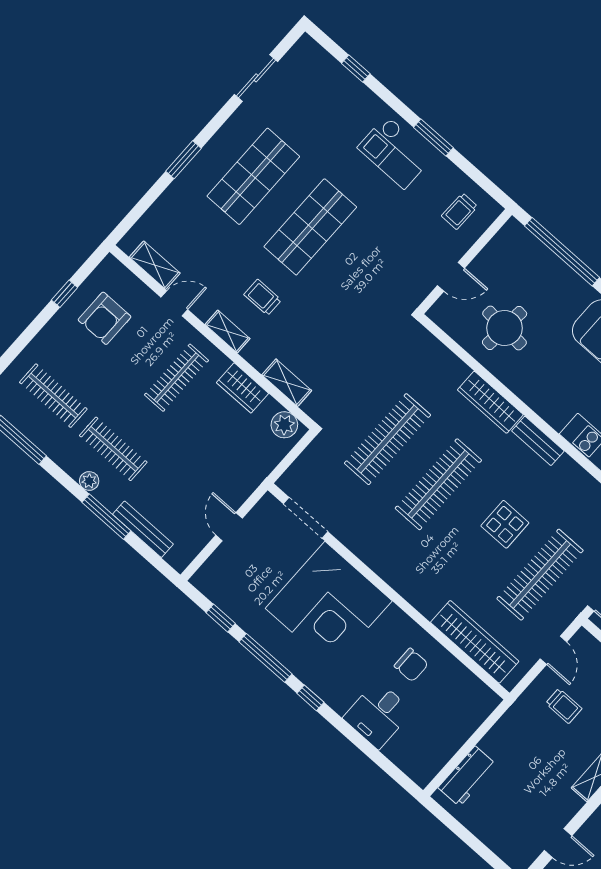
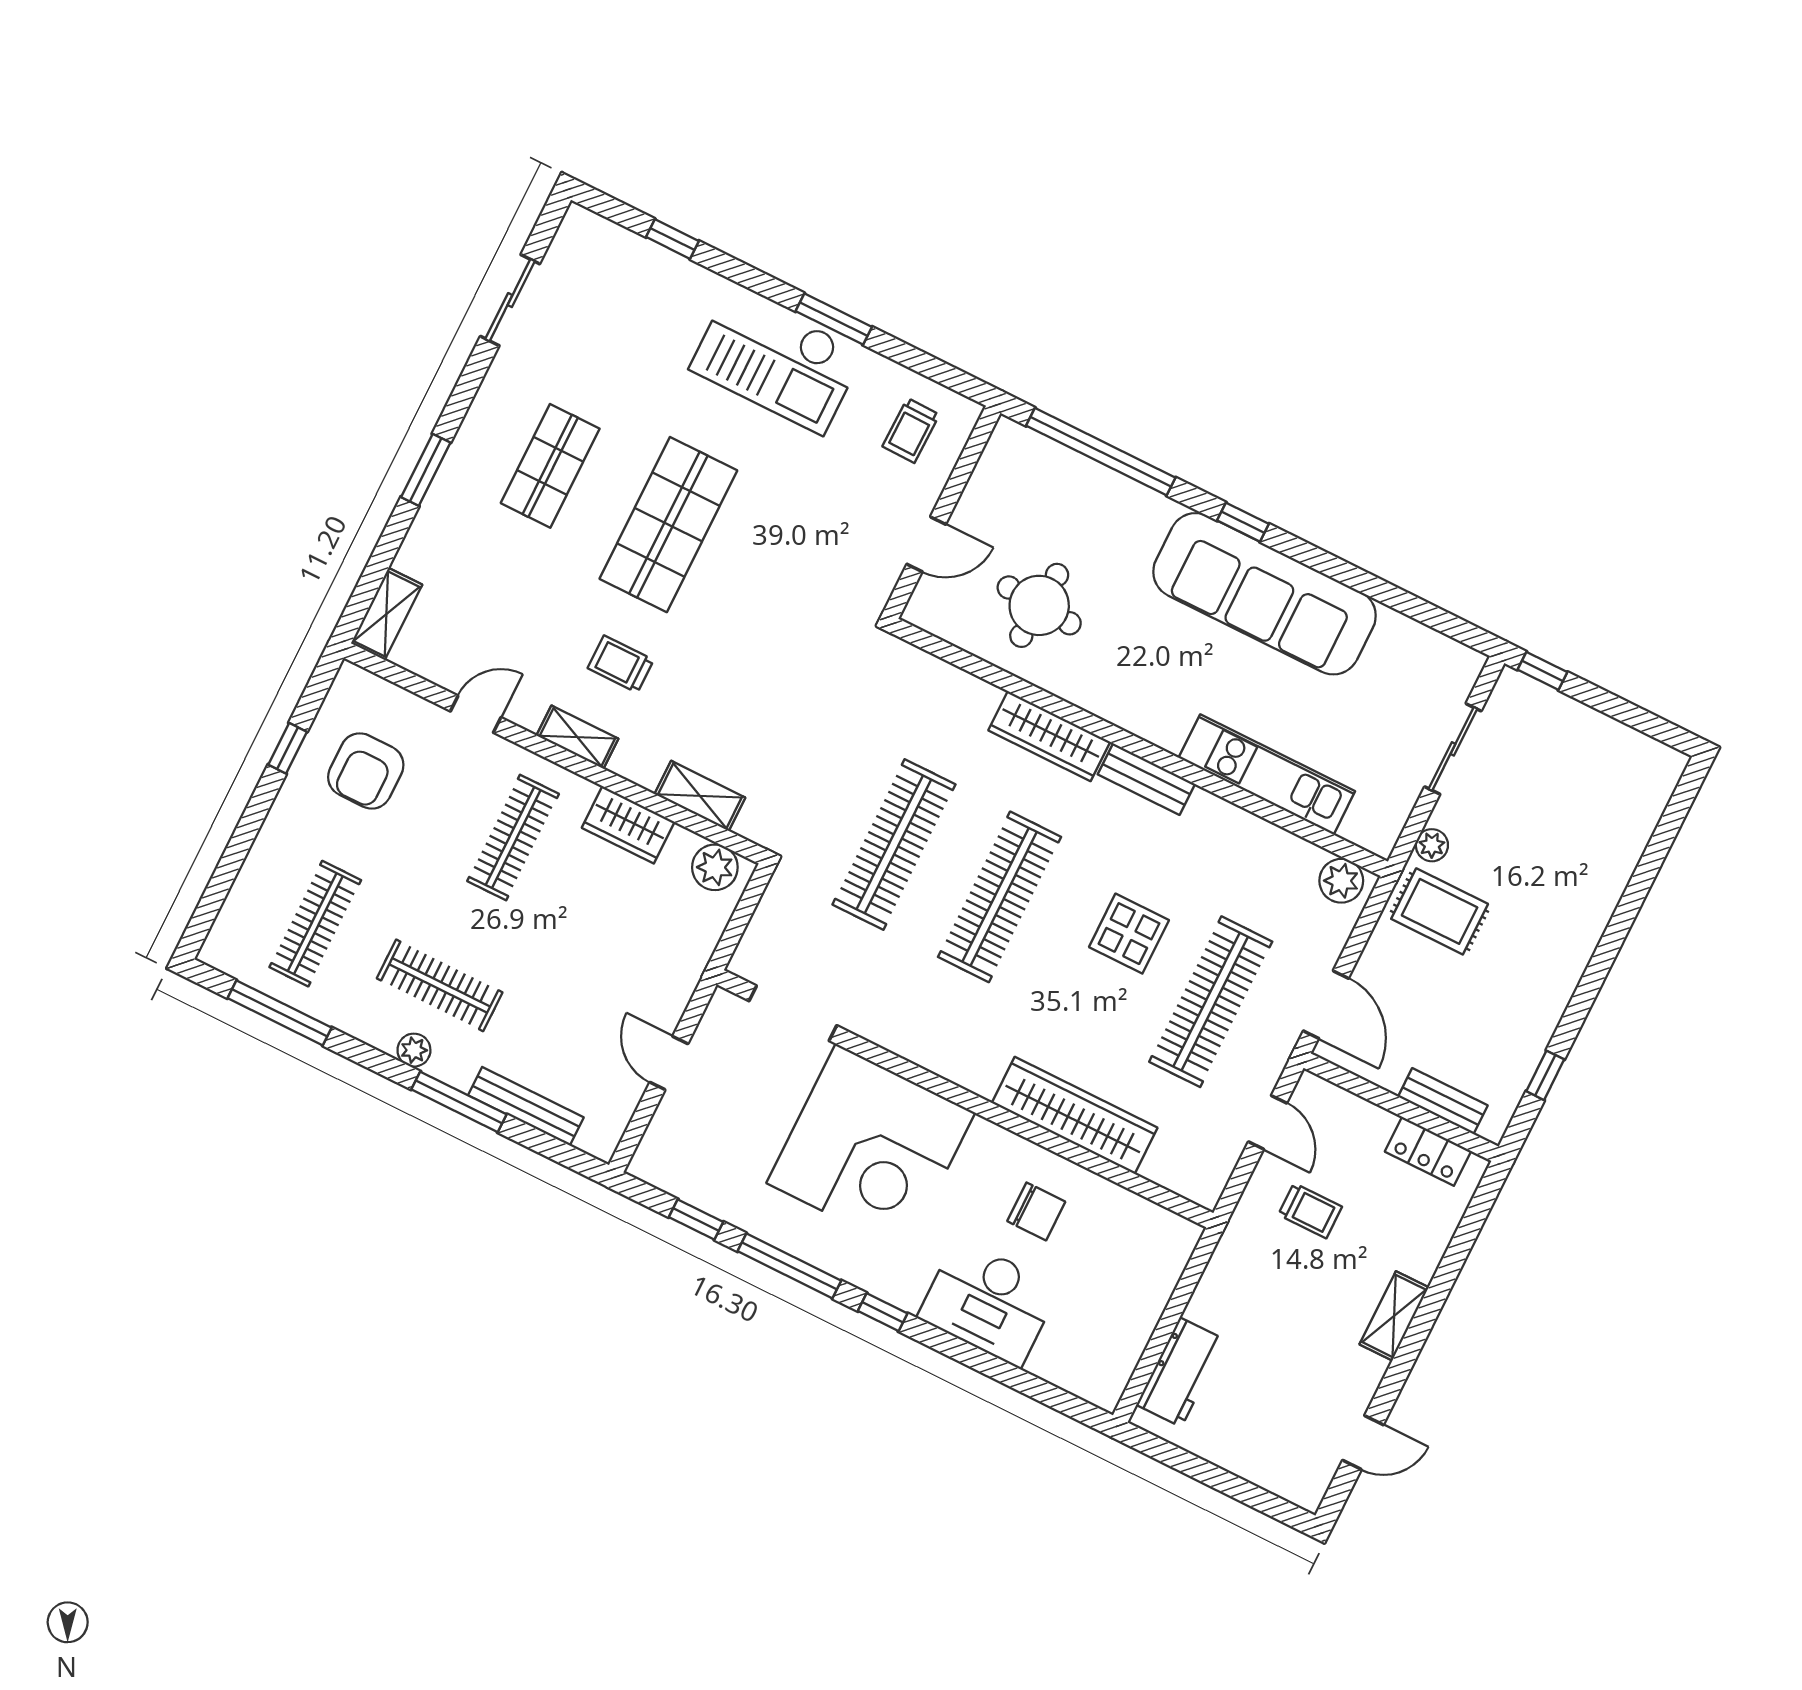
checkout: (395, 152) -> (777, 361), width x1.36, depth x1.21
shop shelf: (253, 176) -> (550, 466), width x0.70, depth x0.74
shelving: (155, 265) -> (386, 614), moved, turned 90
clothes rail: (53, 396) -> (315, 924), turned 90
wardrobe: (475, 642) -> (1075, 1115), moved
desk: (378, 714) -> (989, 1302), width x1.37

